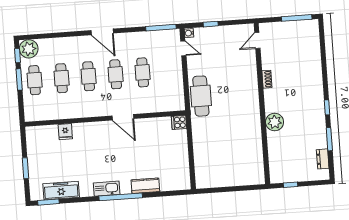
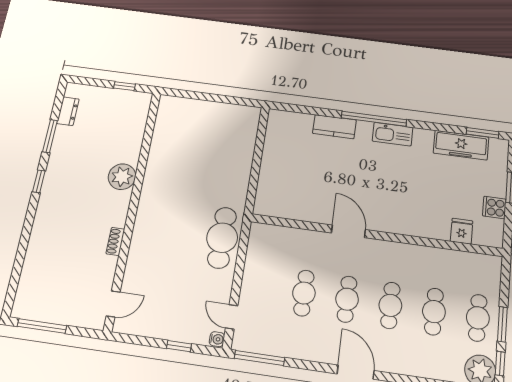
cooker: (179, 122) -> (494, 207), moved, turned 180
fridge: (65, 132) -> (462, 231), moved

